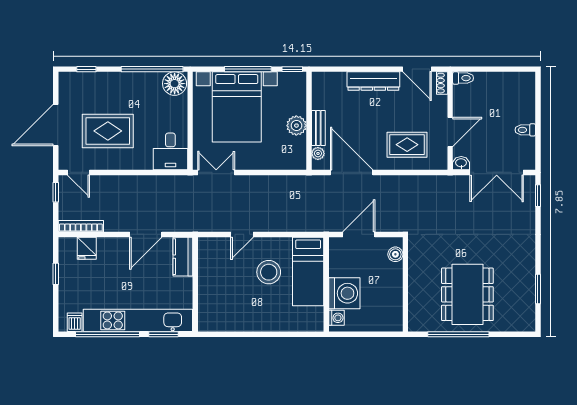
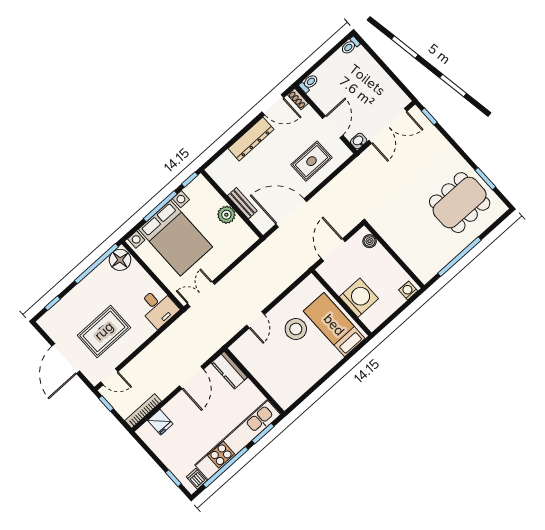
toilet: (525, 130) -> (350, 46), moved
plant: (318, 153) -> (257, 220), removed
bed: (308, 271) -> (334, 325), moved, turned 180
window: (56, 274) -> (173, 478), moved
dining table: (467, 294) -> (460, 203), moved, turned 90
washing machine: (336, 318) -> (408, 290), moved, turned -90

